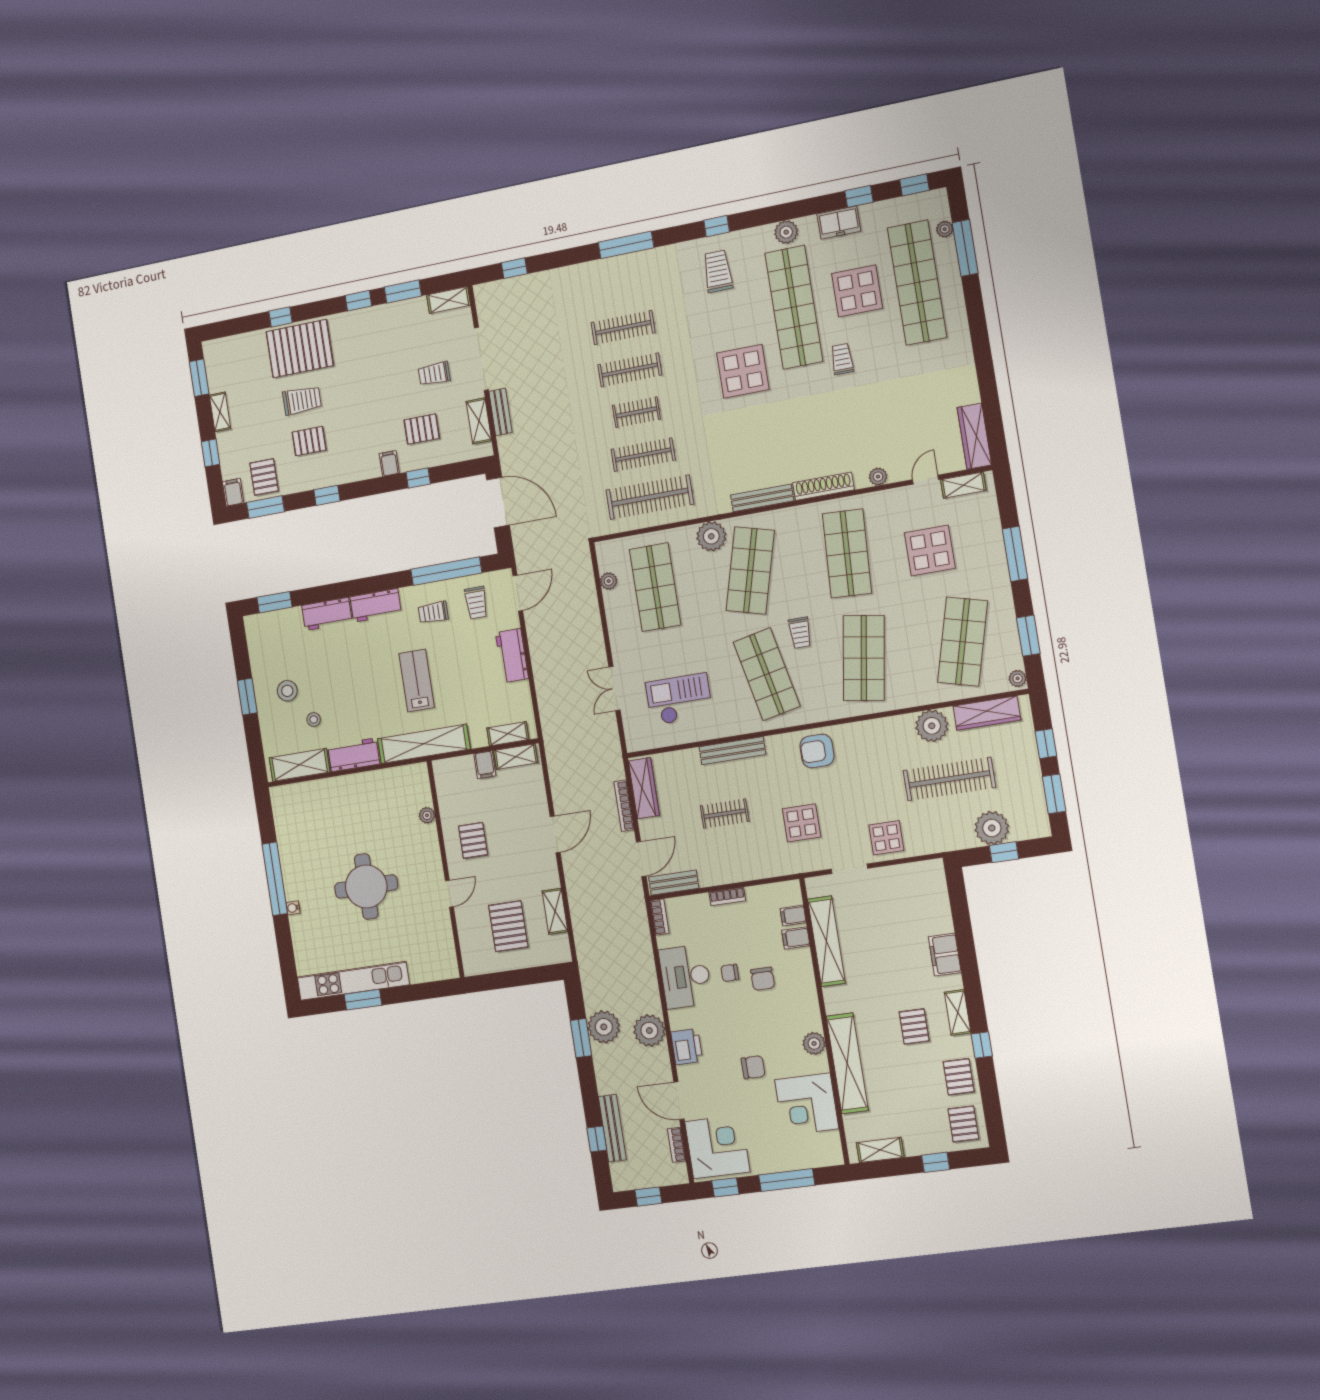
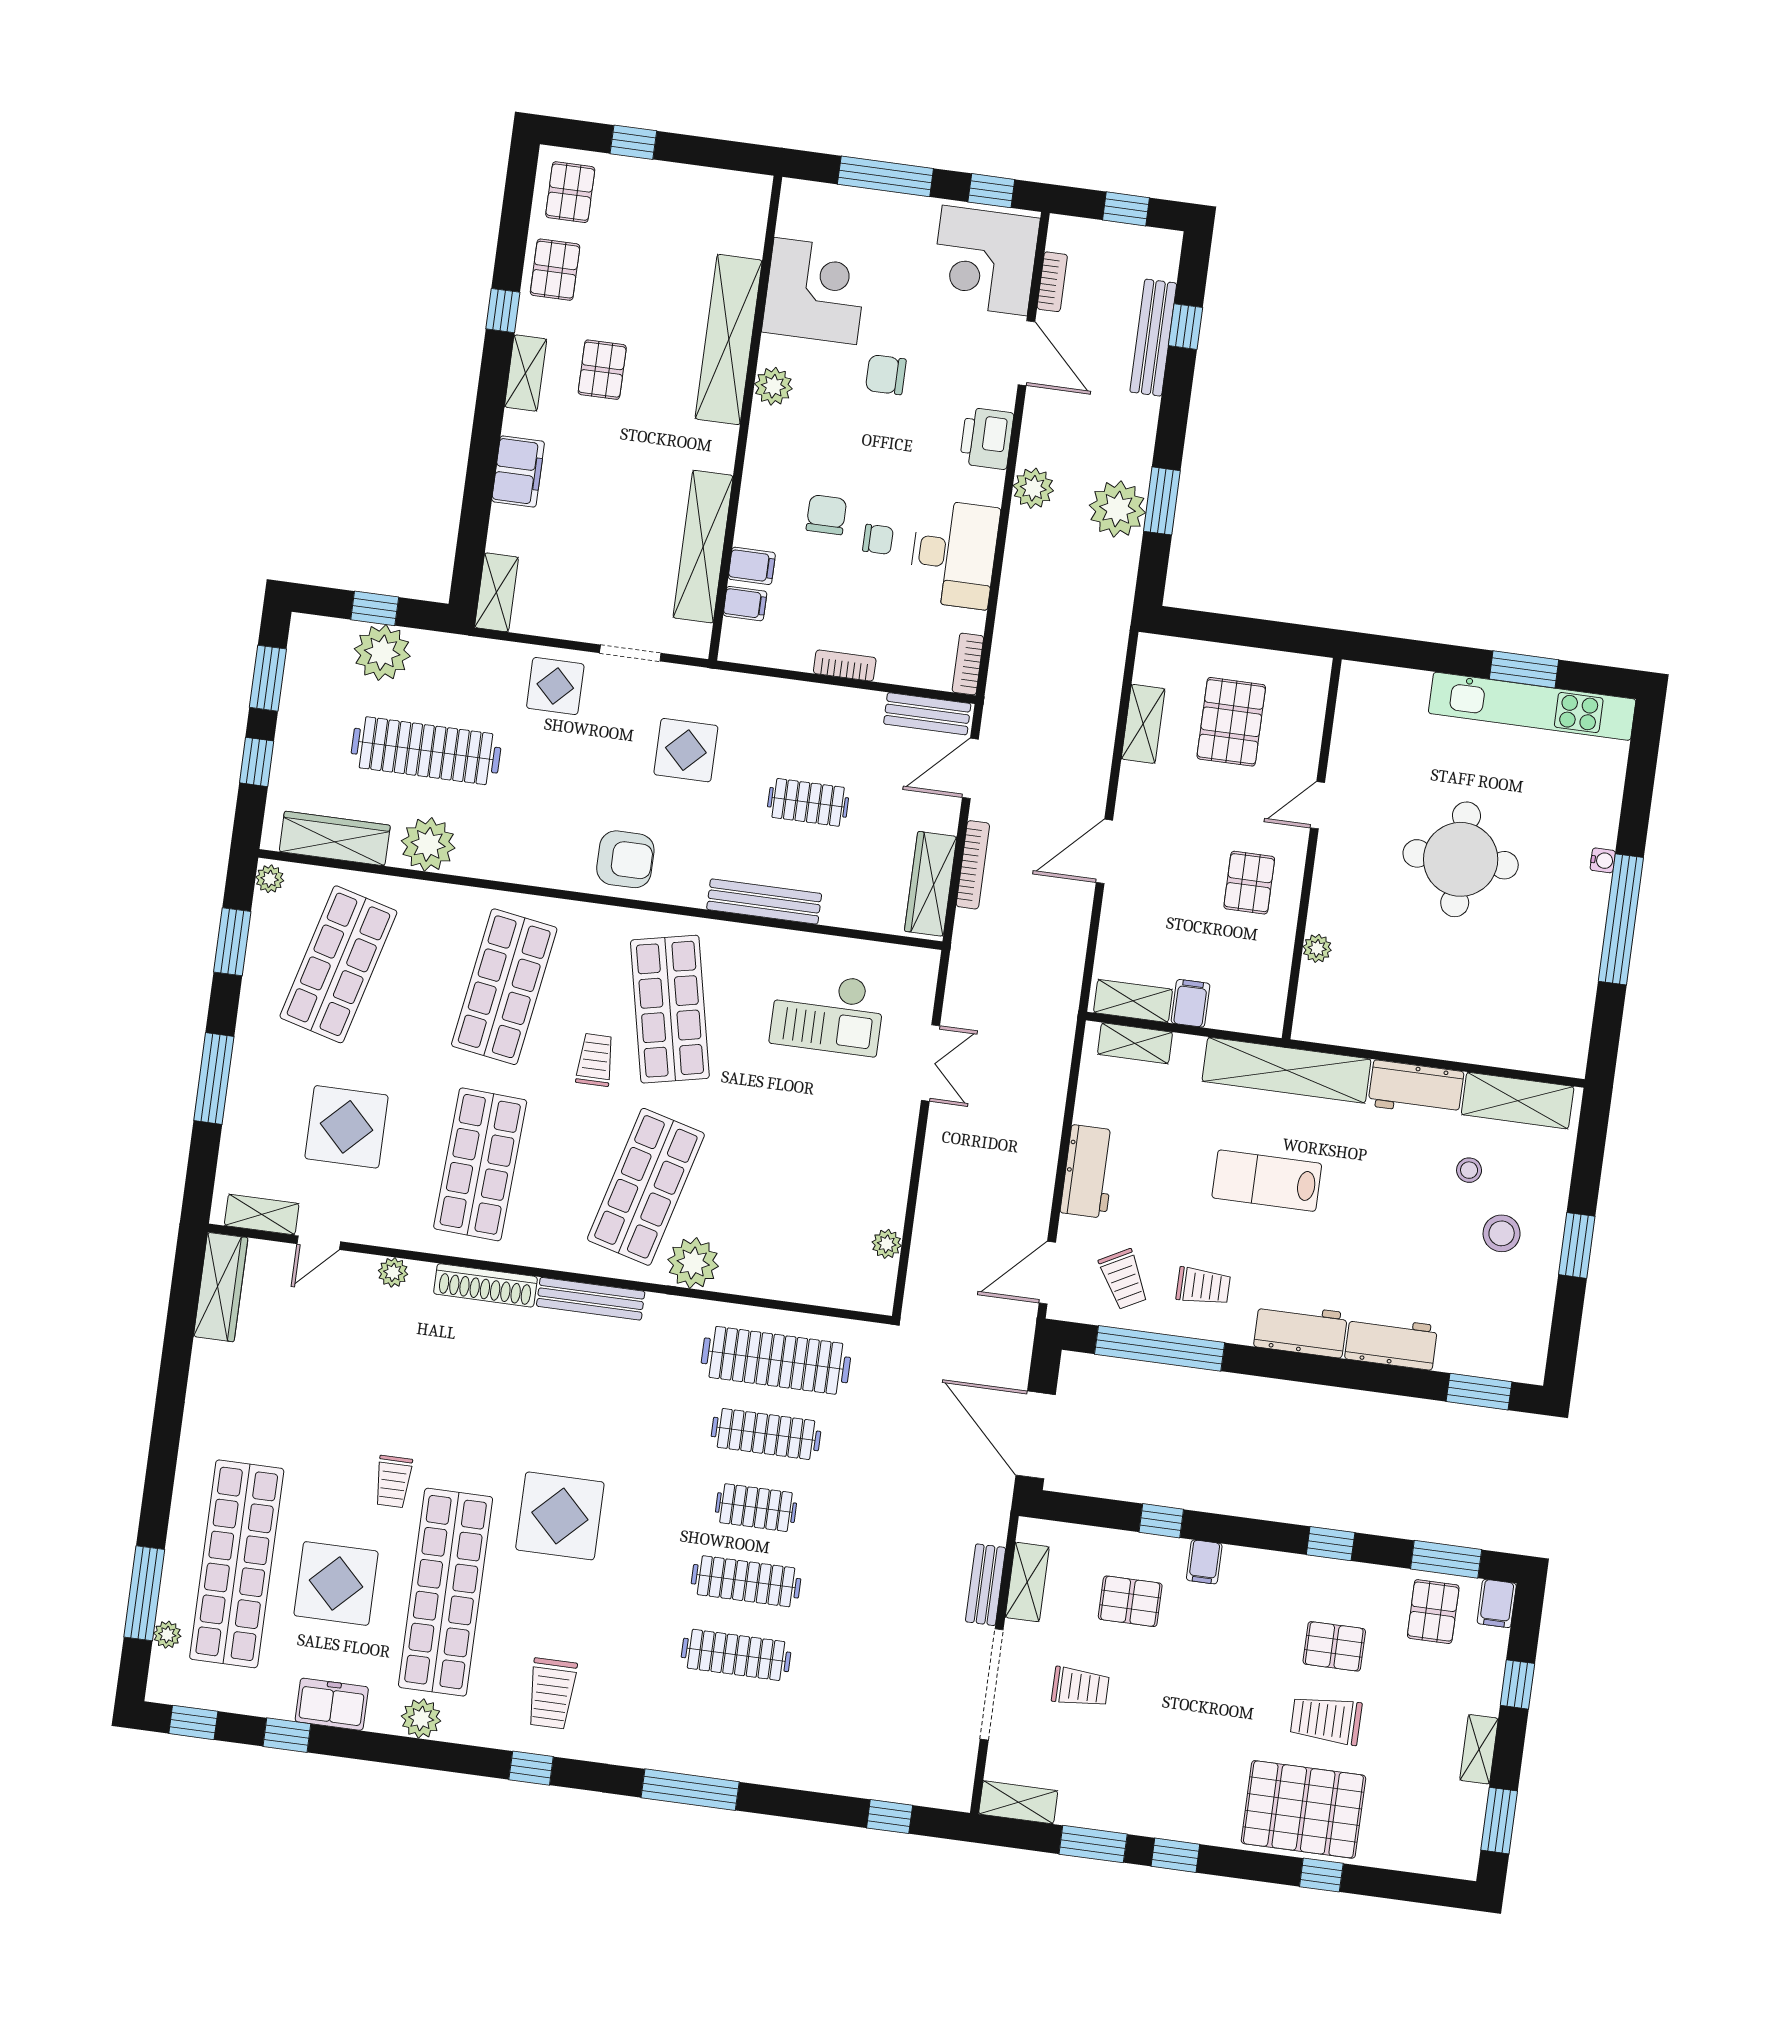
shop shelf: (655, 587) -> (812, 1209), removed
trolley: (476, 603) -> (1124, 1279), turned 152
lab bench: (417, 680) -> (1267, 1181), turned 90
plant: (649, 1031) -> (1033, 488), width x0.73, depth x0.73
shelving: (880, 1150) -> (496, 592), moved, turned 90

